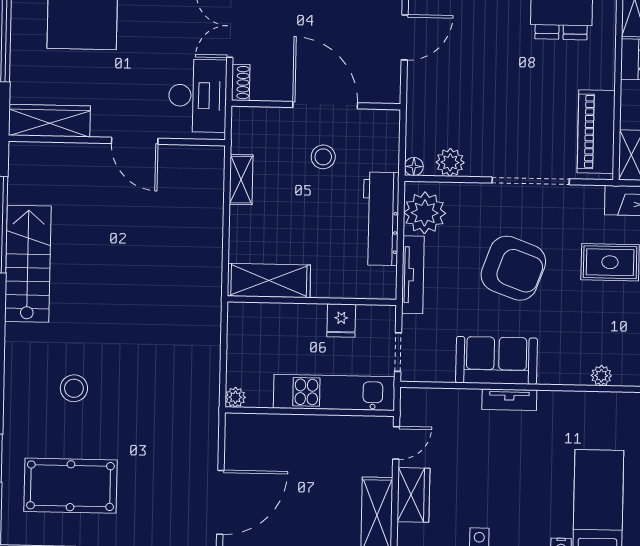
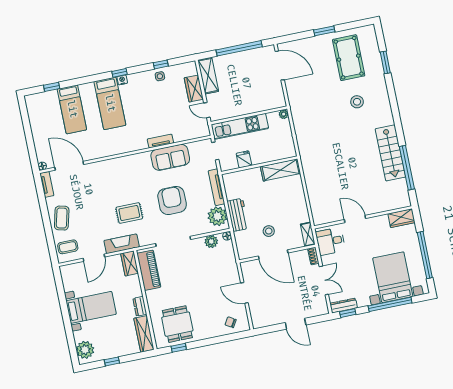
door: (405, 37) -> (244, 293), hinge flipped
desk: (198, 96) -> (330, 241), width x0.73
wardrobe: (49, 121) -> (401, 218), width x0.67
shelving: (241, 180) -> (308, 234), moved
workbench: (381, 219) -> (238, 215), width x0.73
armchair: (513, 268) -> (172, 200), turned 70
plant: (601, 376) -> (122, 161), removed
door: (396, 443) -> (207, 110), hinge flipped
pool table: (70, 486) -> (349, 58), turned 90
door: (220, 502) -> (280, 65), swing flipped

